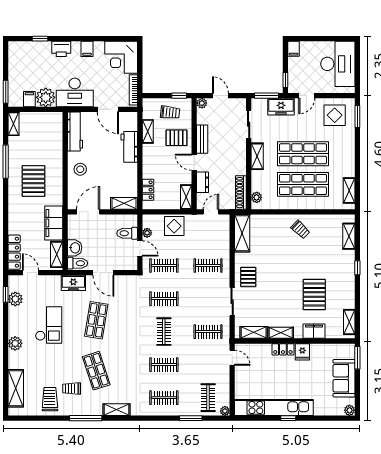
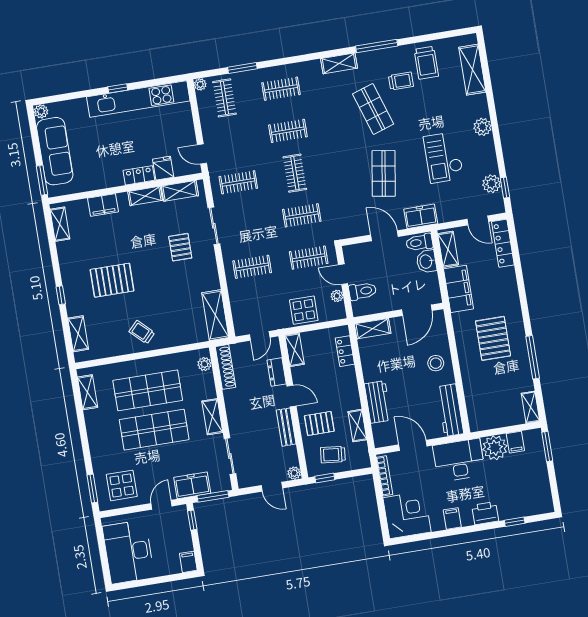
pallet: (248, 277) -> (180, 247), moved
pallet: (314, 295) -> (112, 280), moved, turned 90
fridge: (302, 352) -> (163, 168), moved
sofa: (344, 378) -> (55, 151), width x1.36

